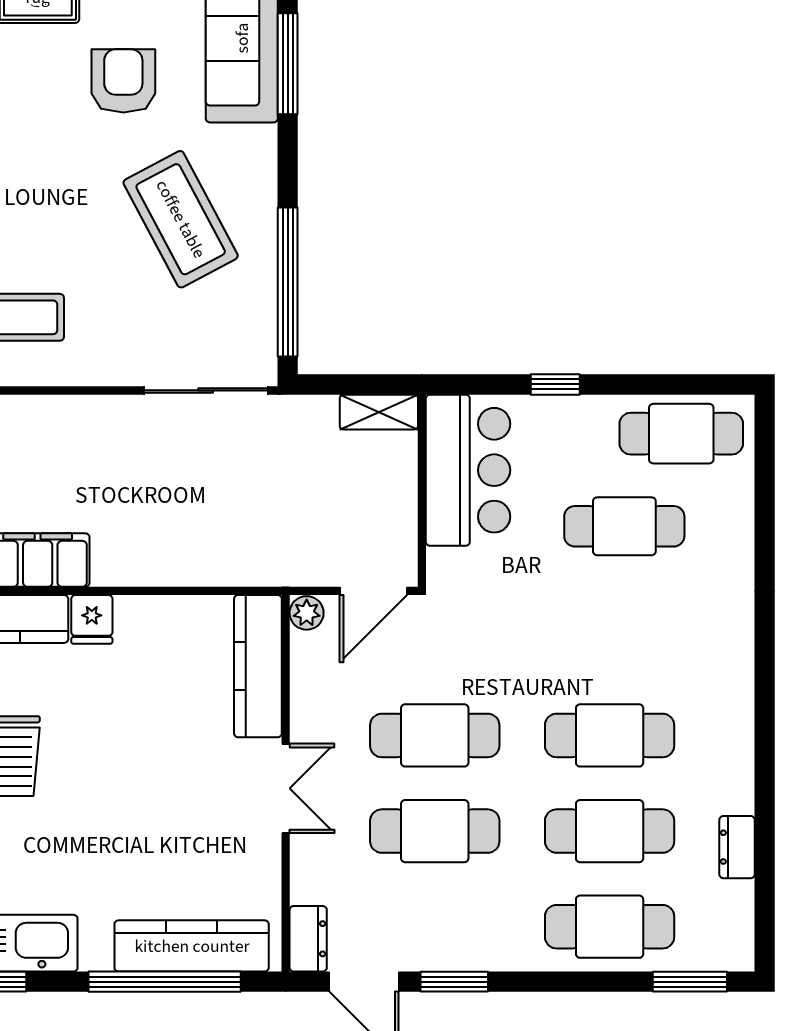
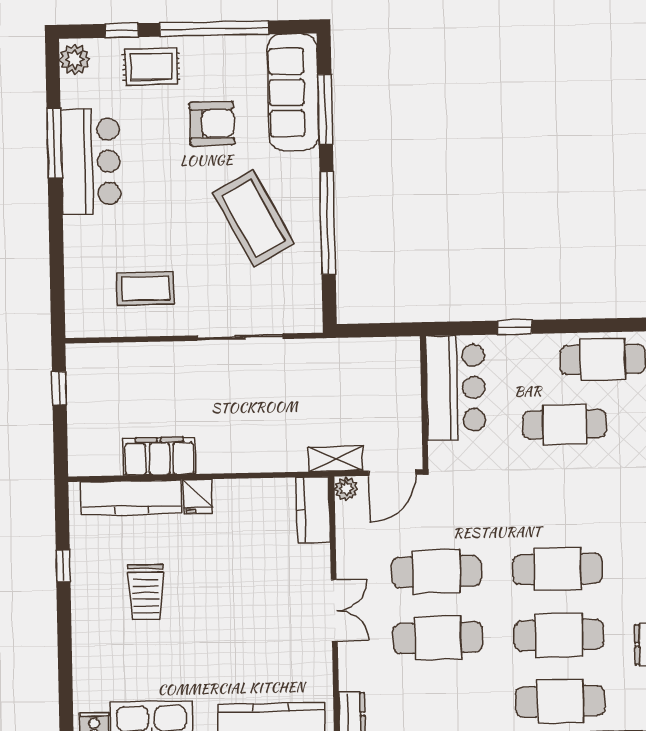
armchair: (123, 81) -> (212, 124), turned 90
window: (288, 282) -> (328, 223), moved
sliding door: (206, 390) -> (240, 337), moved
shelving: (379, 412) -> (336, 459), moved
kitchen counter: (258, 666) -> (313, 510), width x0.67

